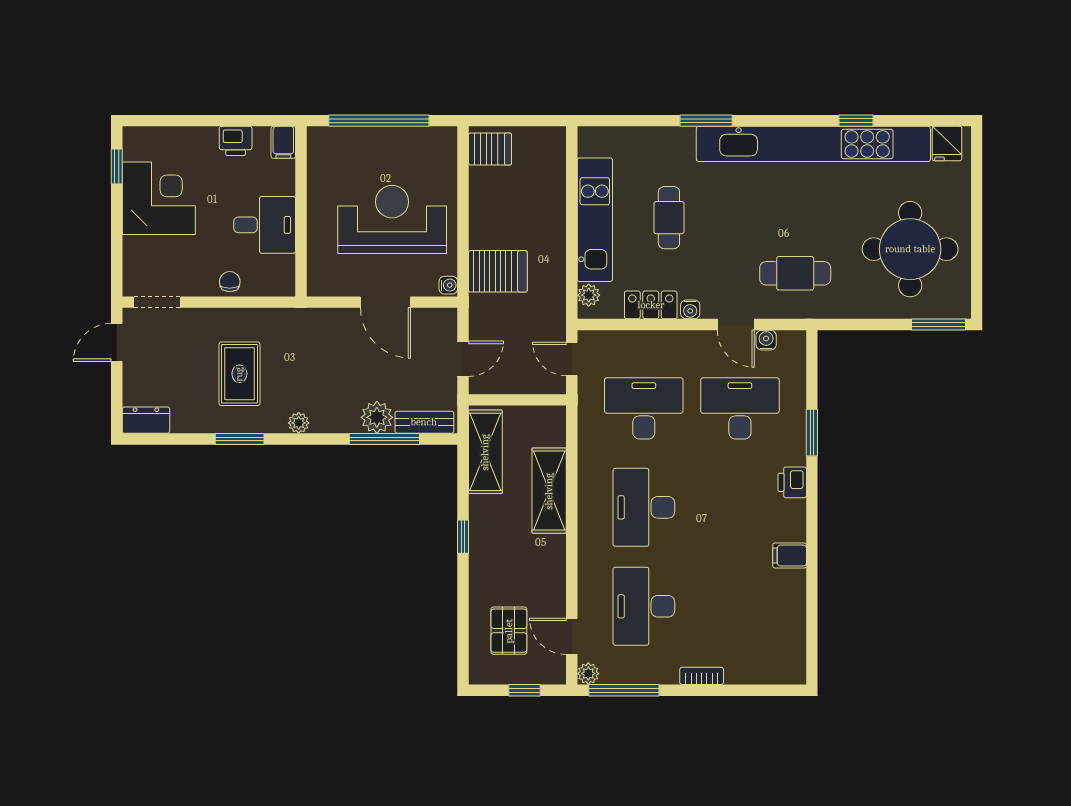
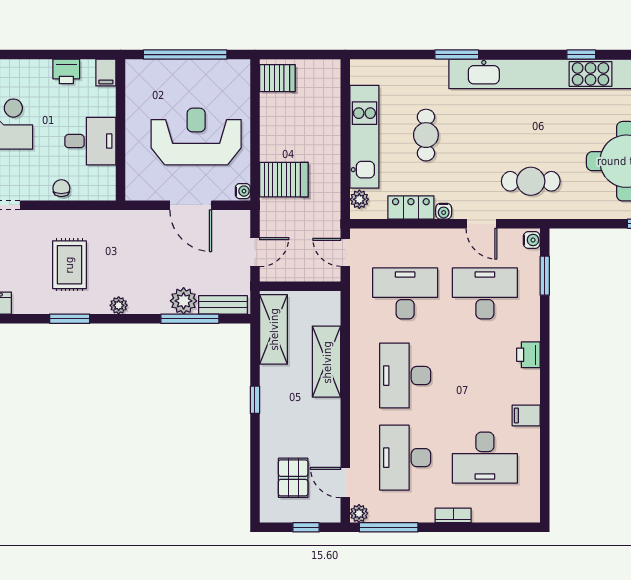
water cooler: (766, 340) -> (532, 240), moved, turned 90
window: (812, 433) -> (545, 276), moved
desk: (740, 606) -> (485, 458), added

